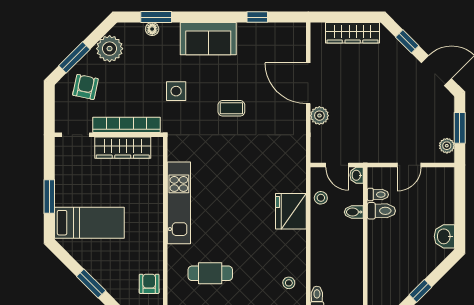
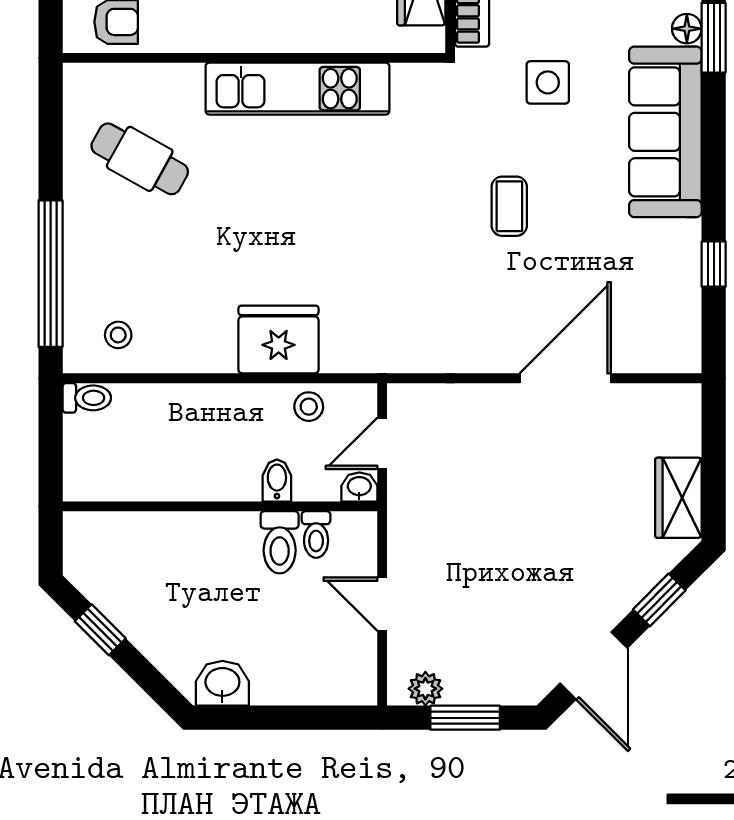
wardrobe: (353, 33) -> (678, 498), width x0.67
sofa: (208, 39) -> (665, 132), width x1.36
plant: (319, 116) -> (493, 404), removed
cafe table: (210, 273) -> (140, 159), turned -61

